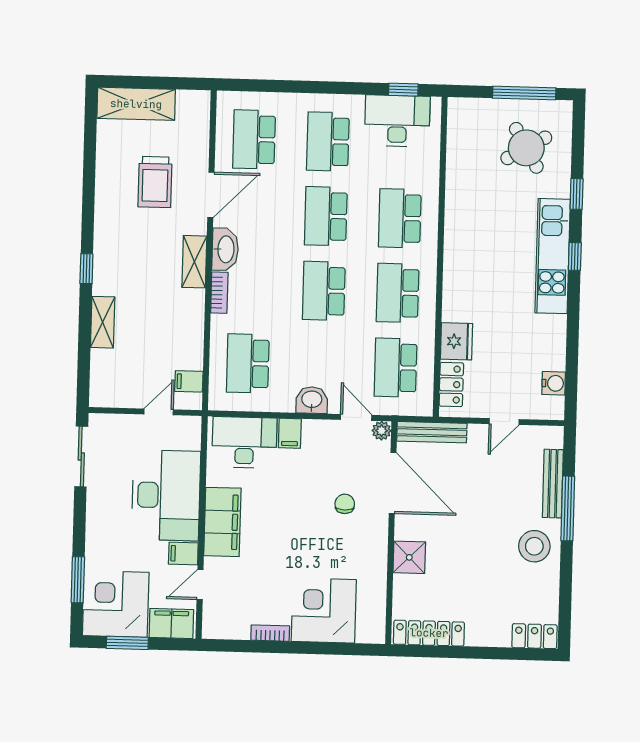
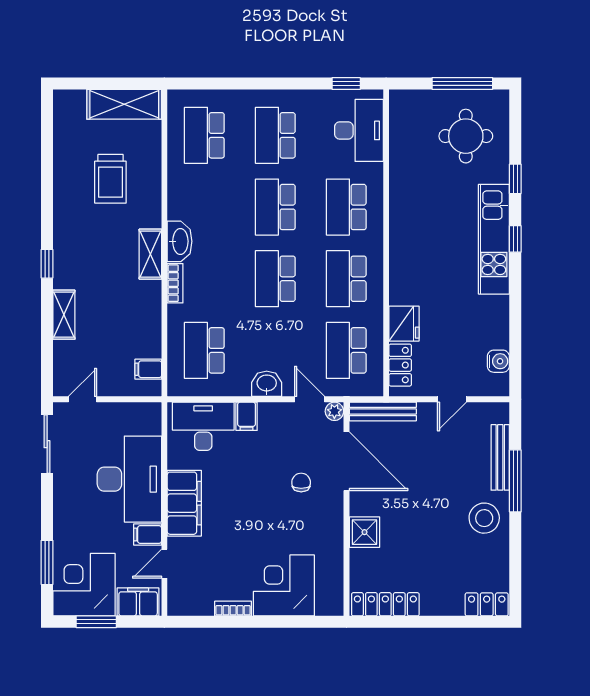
shelving: (136, 104) -> (124, 104), moved
desk: (397, 121) -> (359, 130), moved, turned 90
round table: (526, 148) -> (466, 136), turned 30
door: (211, 195) -> (164, 190), removed
door: (159, 412) -> (83, 399), moved

